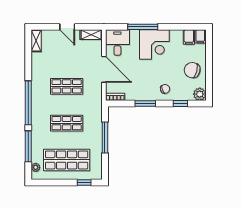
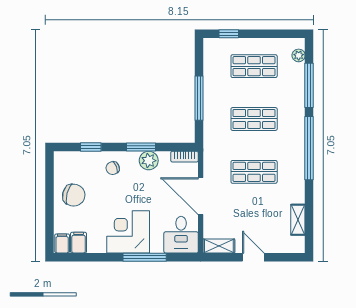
shelving: (36, 41) -> (298, 220), moved
plant: (200, 94) -> (149, 161), moved
shop shelf: (67, 160) -> (254, 66), width x0.70, depth x0.74

